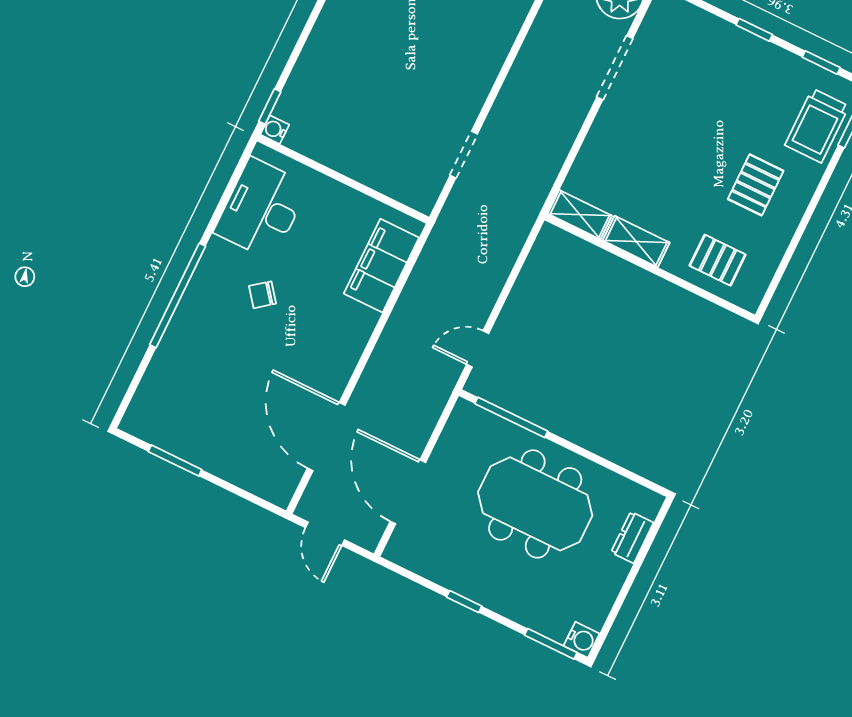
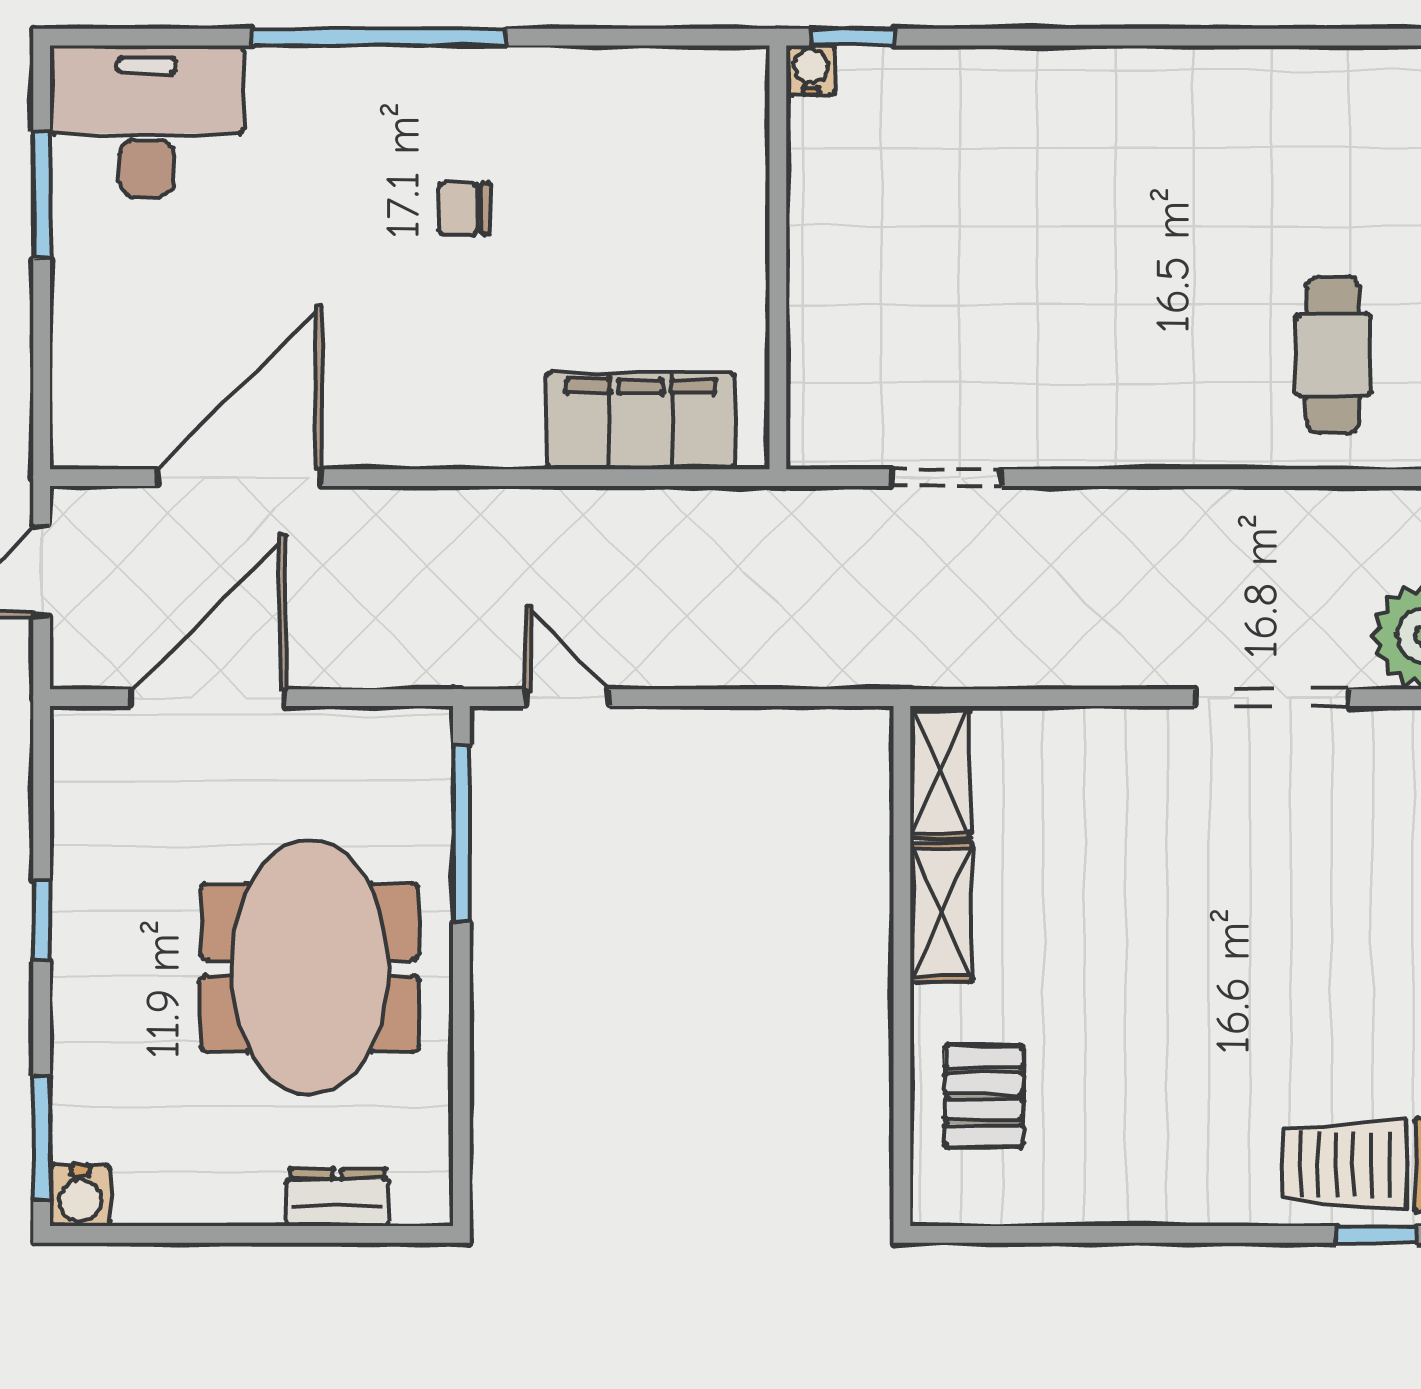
pallet: (756, 185) -> (1174, 1099), removed
desk: (261, 209) -> (147, 121), moved
chair: (263, 295) -> (464, 208), turned -52

